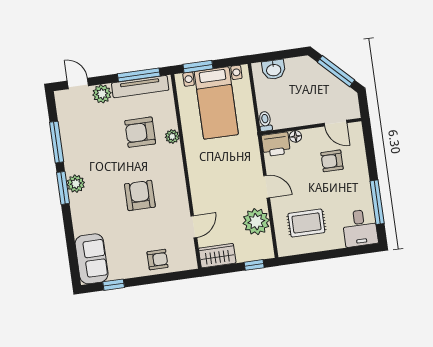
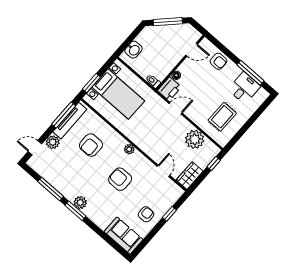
plant: (172, 136) -> (129, 149), moved
armchair: (332, 161) -> (218, 61), moved, turned -90
door: (267, 187) -> (176, 108), moved
desk: (360, 228) -> (244, 88), moved, turned -90
armchair: (158, 260) -> (146, 214), moved
window: (114, 285) -> (170, 214), moved

